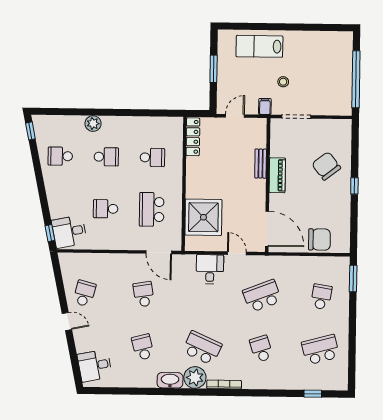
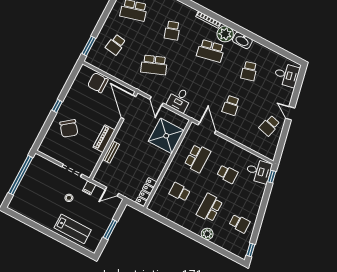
school desk: (106, 157) -> (210, 208), width x1.85
school desk: (202, 348) -> (211, 51), turned -36

